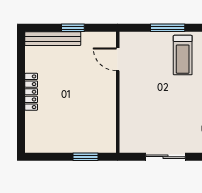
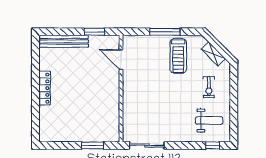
window: (73, 28) -> (94, 32), moved
sliding door: (166, 157) -> (147, 145), moved

